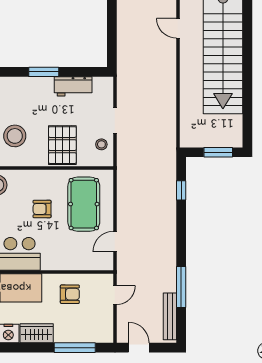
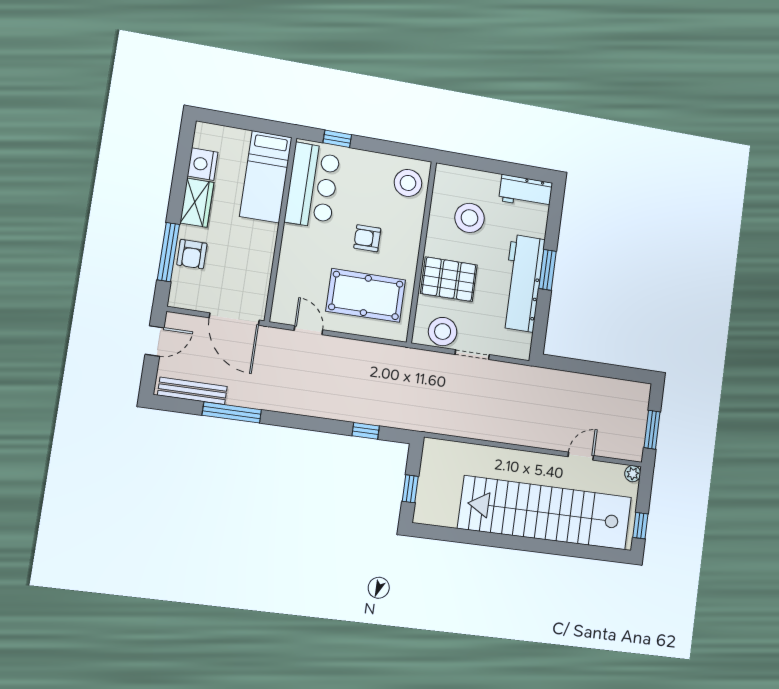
workbench: (73, 86) -> (523, 283), width x1.88, depth x1.32
stool: (101, 144) -> (443, 332), width x1.89, depth x1.89
window: (218, 152) -> (410, 489), width x0.67
armchair: (42, 209) -> (367, 238), turned -90
armchair: (70, 294) -> (192, 254), moved
door: (115, 295) -> (234, 319), width x1.87

